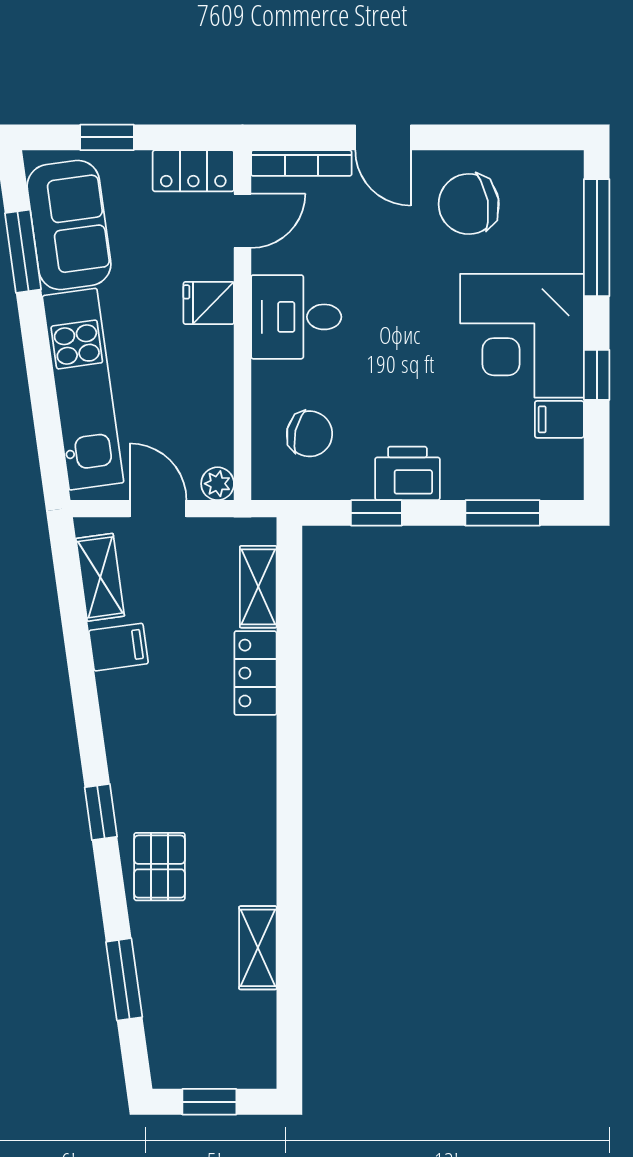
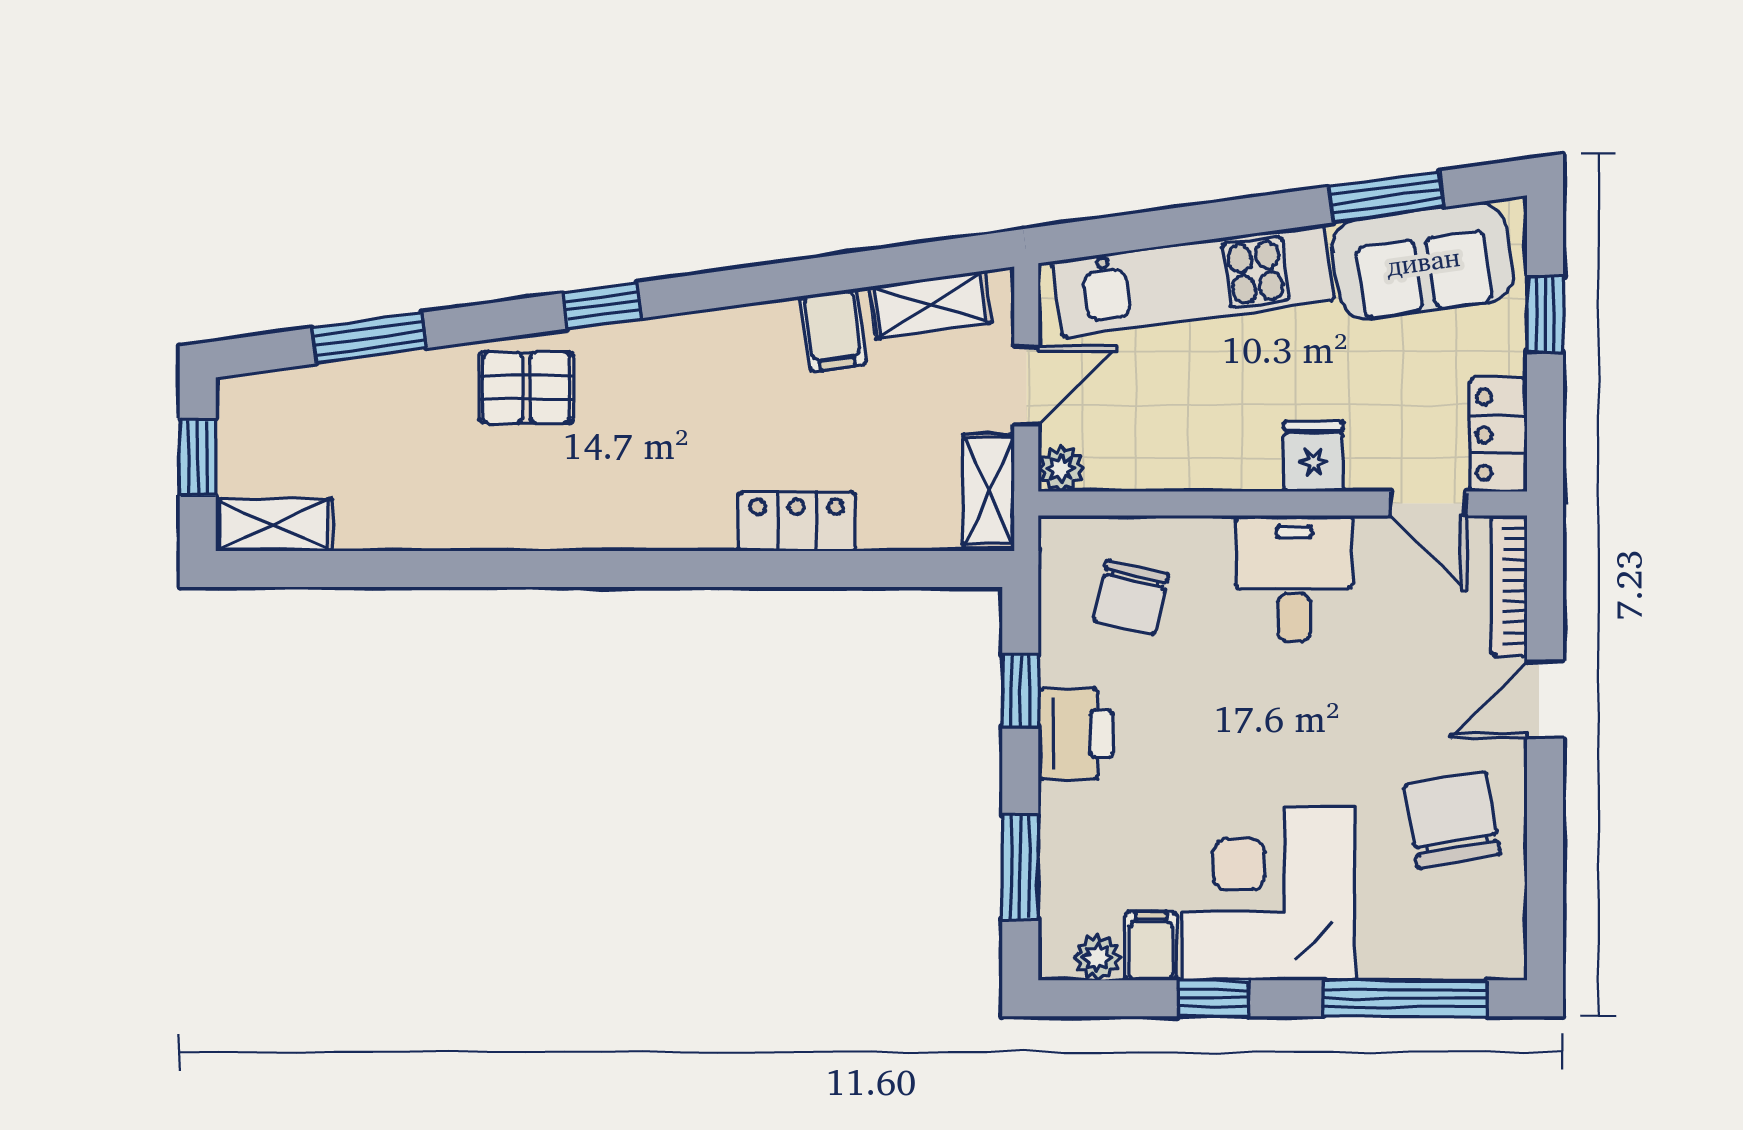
plant: (567, 458) -> (1098, 957), added
shelving: (258, 587) -> (989, 491), moved, turned 90
shelving: (258, 948) -> (274, 525), moved

